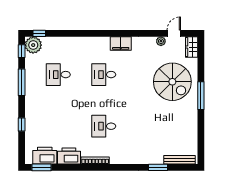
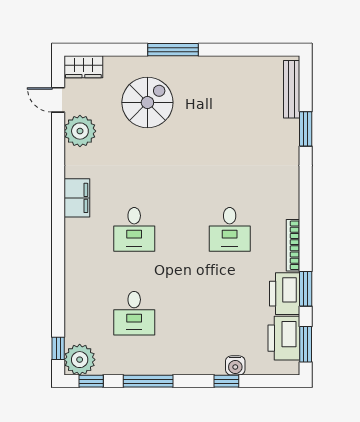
plant: (161, 41) -> (80, 131), width x1.88, depth x1.88
spiral stairs: (172, 82) -> (147, 102), width x0.73, depth x0.73
water cooler: (30, 129) -> (235, 365), added
window: (72, 167) -> (306, 289), added

